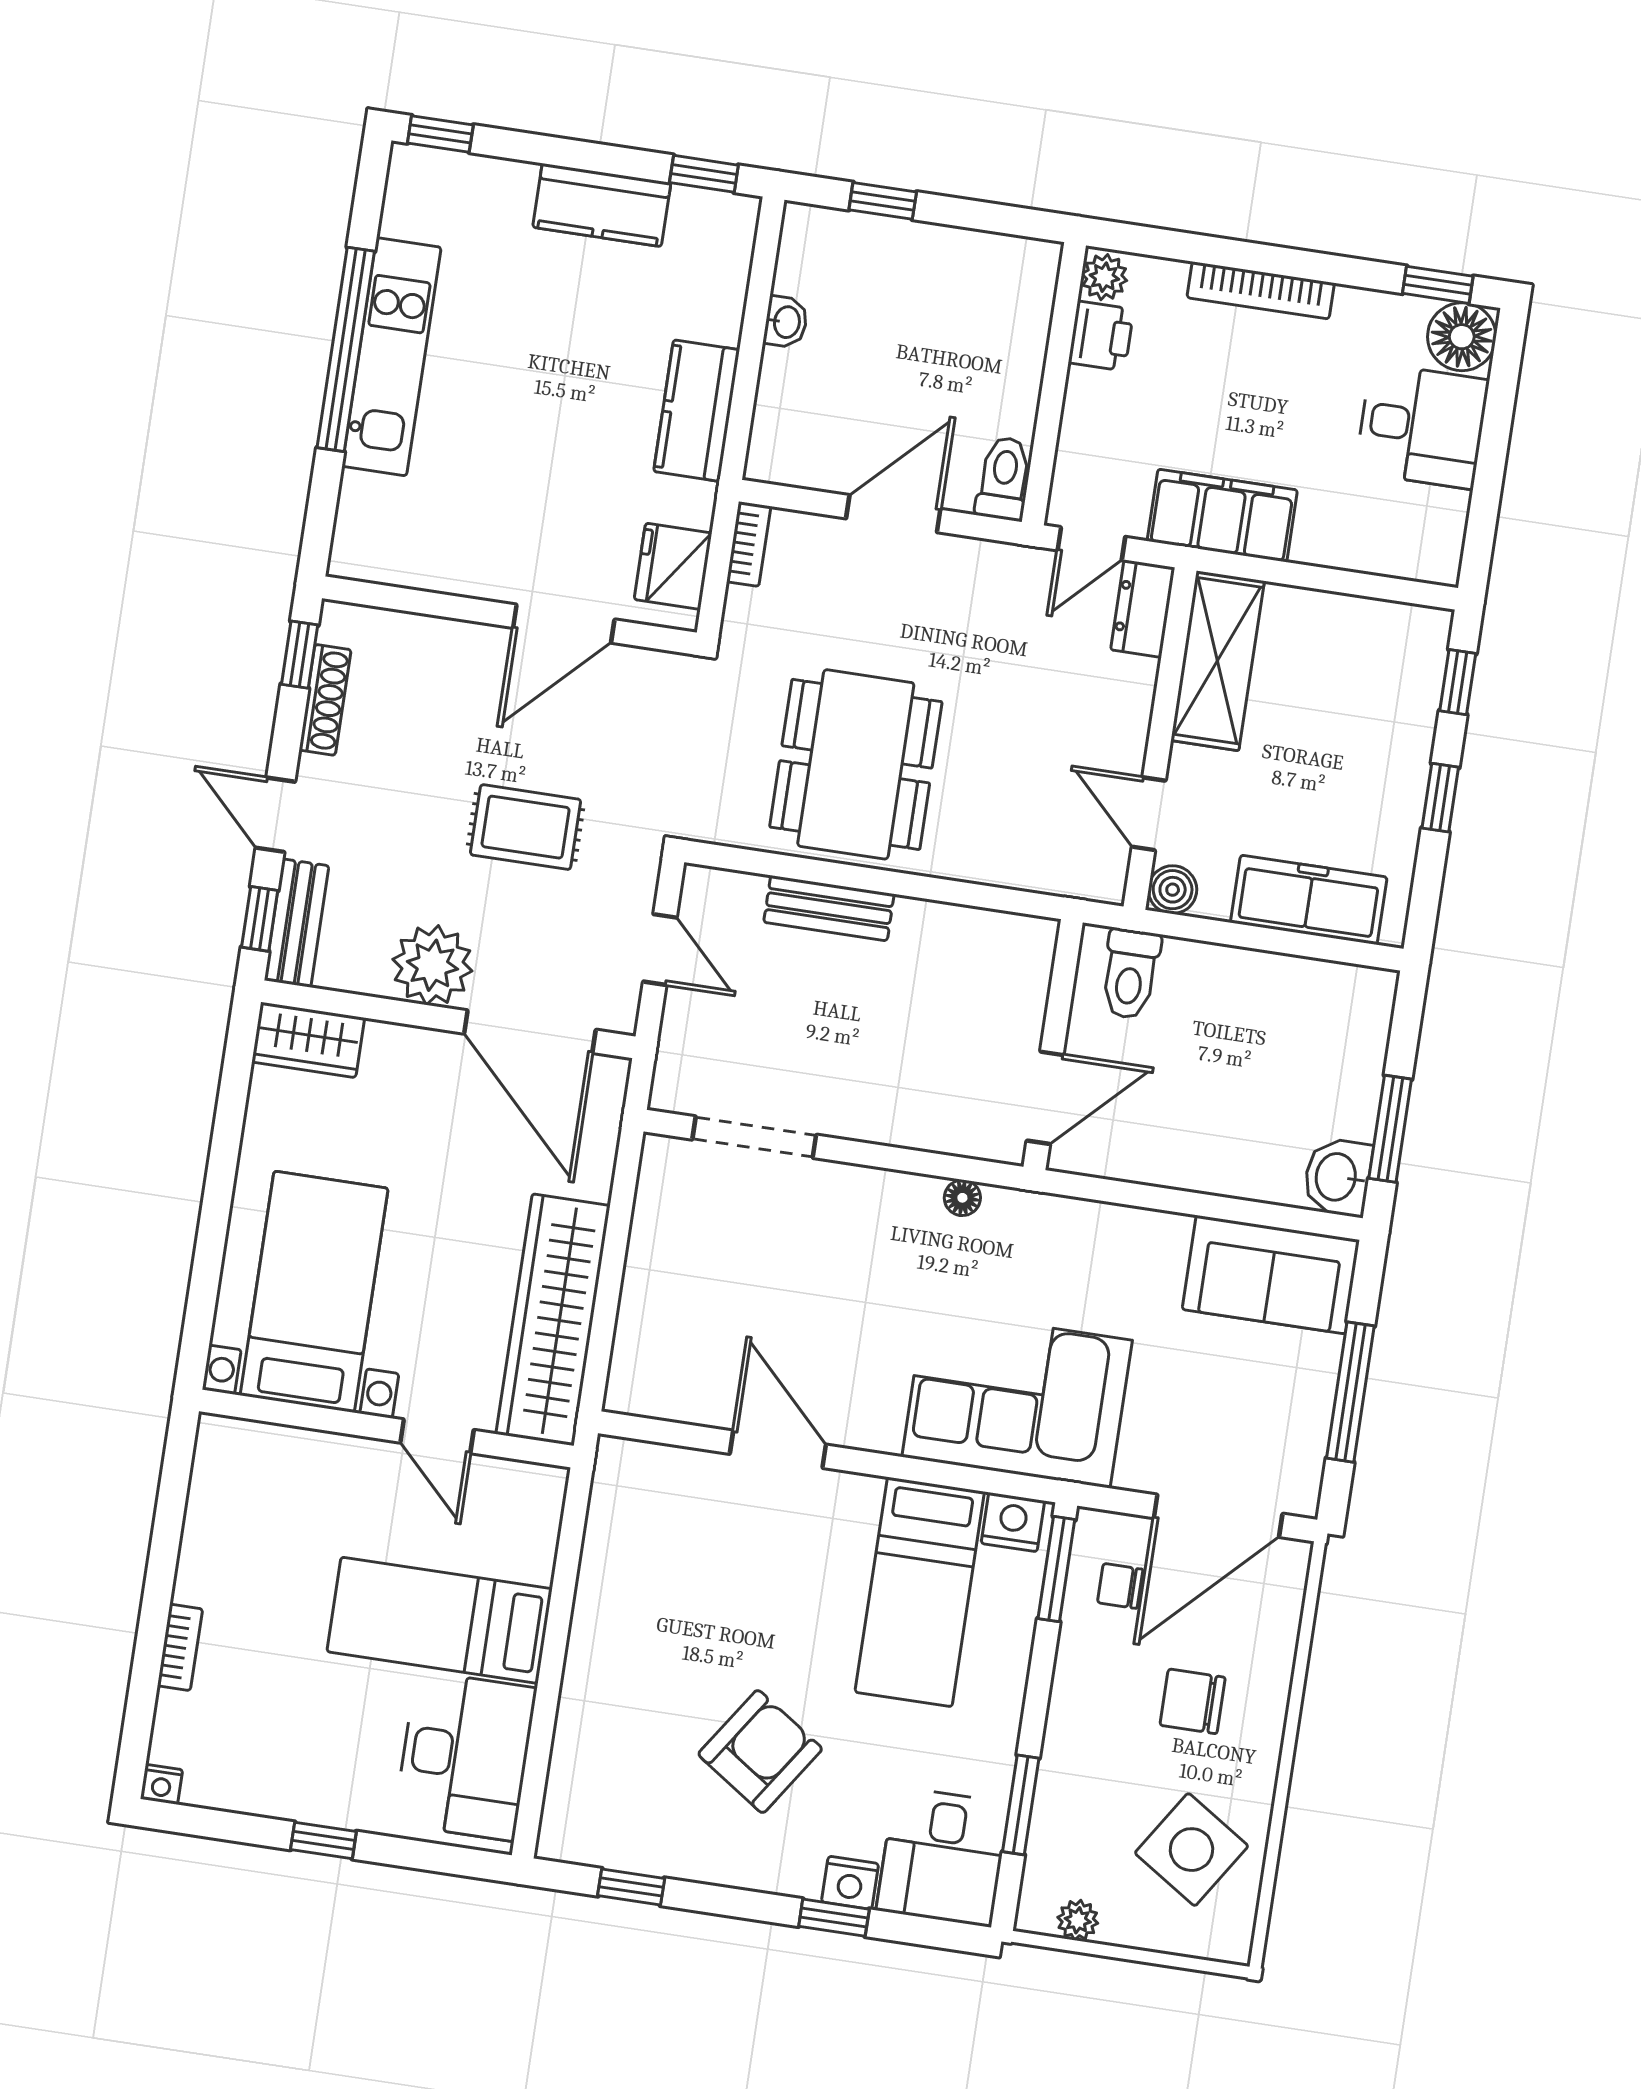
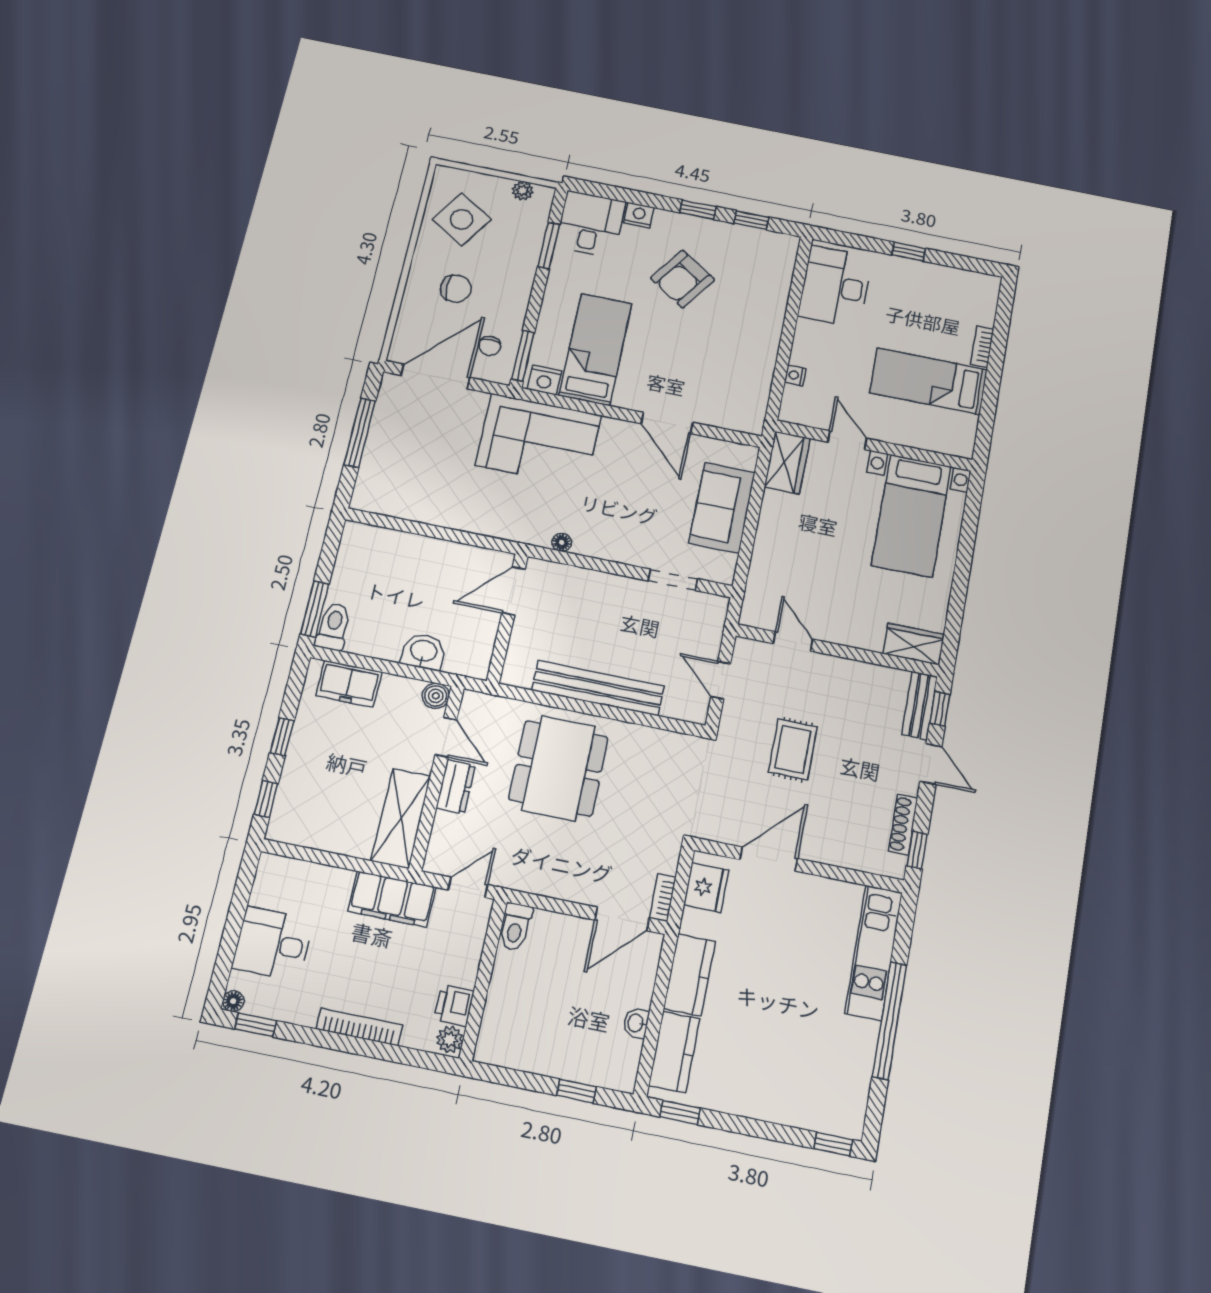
kitchen counter: (602, 205) -> (674, 1052), moved, turned 90
floor lamp: (1462, 337) -> (233, 1001), width x0.53, depth x0.53
kitchen unit: (391, 357) -> (874, 953), moved
door: (893, 514) -> (622, 919), moved
dresser: (1143, 609) -> (456, 787), moved
dining table: (856, 764) -> (558, 768), moved
rug: (526, 827) -> (793, 749), turned 90
freezer: (1309, 900) -> (349, 684), width x0.71
bench: (829, 908) -> (598, 688), width x1.86, depth x1.21
plant: (432, 965) -> (845, 679), removed
toilet: (1130, 974) -> (333, 626), moved
door: (530, 1032) -> (793, 641), width x0.53
window: (1390, 1129) -> (315, 609), moved
doorway: (754, 1137) -> (673, 580), width x0.73
washbasin: (1338, 1177) -> (423, 651), moved, turned -90
sofa: (1271, 1275) -> (722, 508), moved, turned -90
wardrobe: (553, 1320) -> (787, 463), width x0.48, depth x0.85
chair: (1120, 1586) -> (490, 346), turned 90
bed: (440, 1620) -> (929, 381), moved, turned 180
nightstand: (161, 1784) -> (795, 375), moved, turned -90
window: (834, 1918) -> (698, 210), moved

